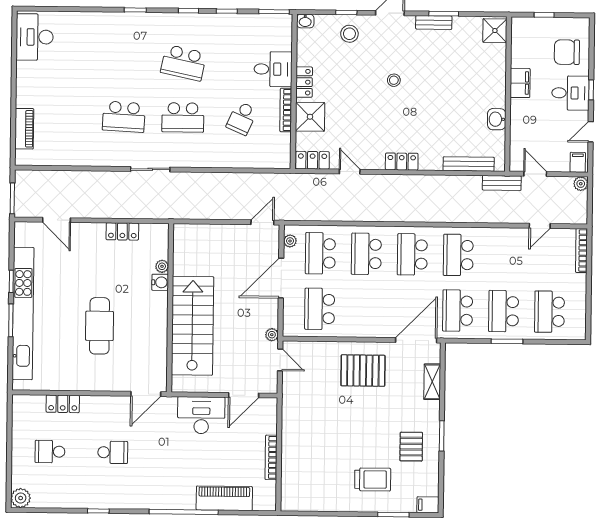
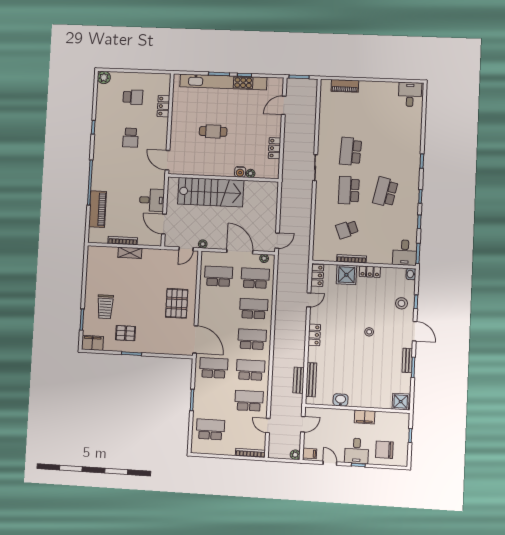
desk: (35, 37) -> (410, 94), width x0.73
chair: (567, 52) -> (384, 450), turned -90
desk: (273, 69) -> (405, 253), moved
school desk: (242, 118) -> (347, 229), turned -45
bench: (502, 183) -> (299, 380), moved
door: (262, 222) -> (277, 241), hinge flipped
school desk: (504, 311) -> (249, 401), moved
cafe table: (100, 326) -> (213, 131), width x0.73, depth x0.74
shelving: (432, 382) -> (130, 253), moved
desk: (201, 415) -> (152, 200), width x0.73
school desk: (50, 452) -> (133, 97), turned 90
filing cabinet: (428, 505) -> (92, 343), width x2.00

